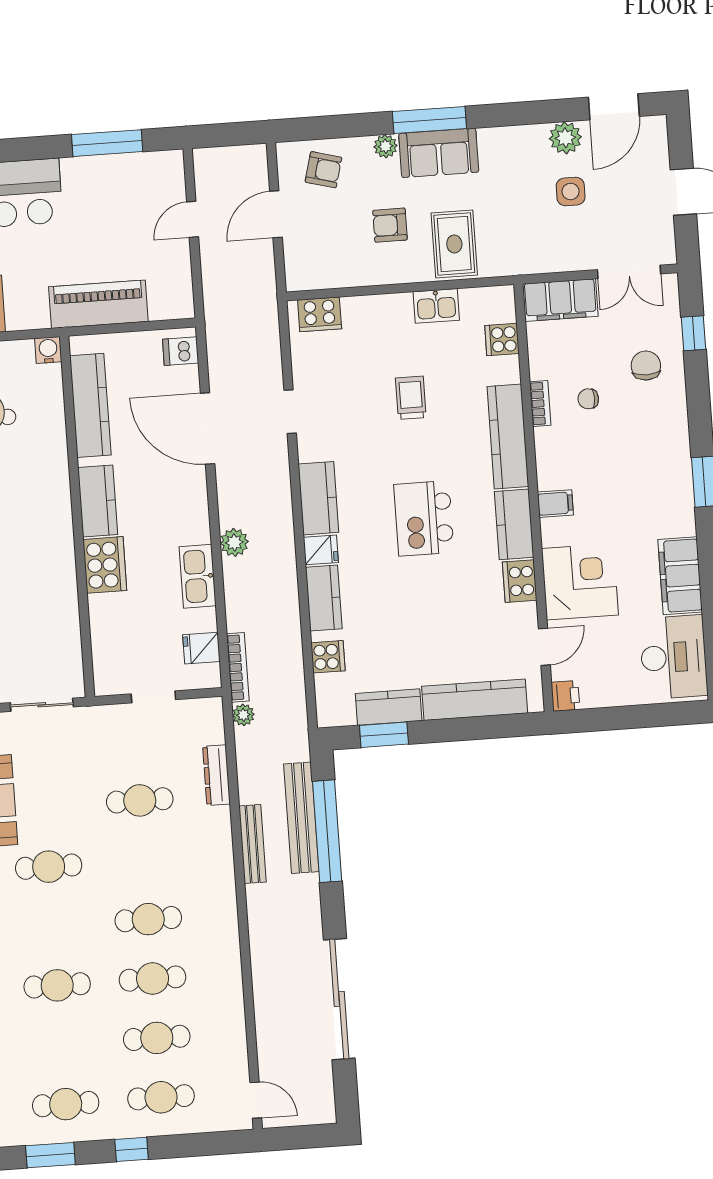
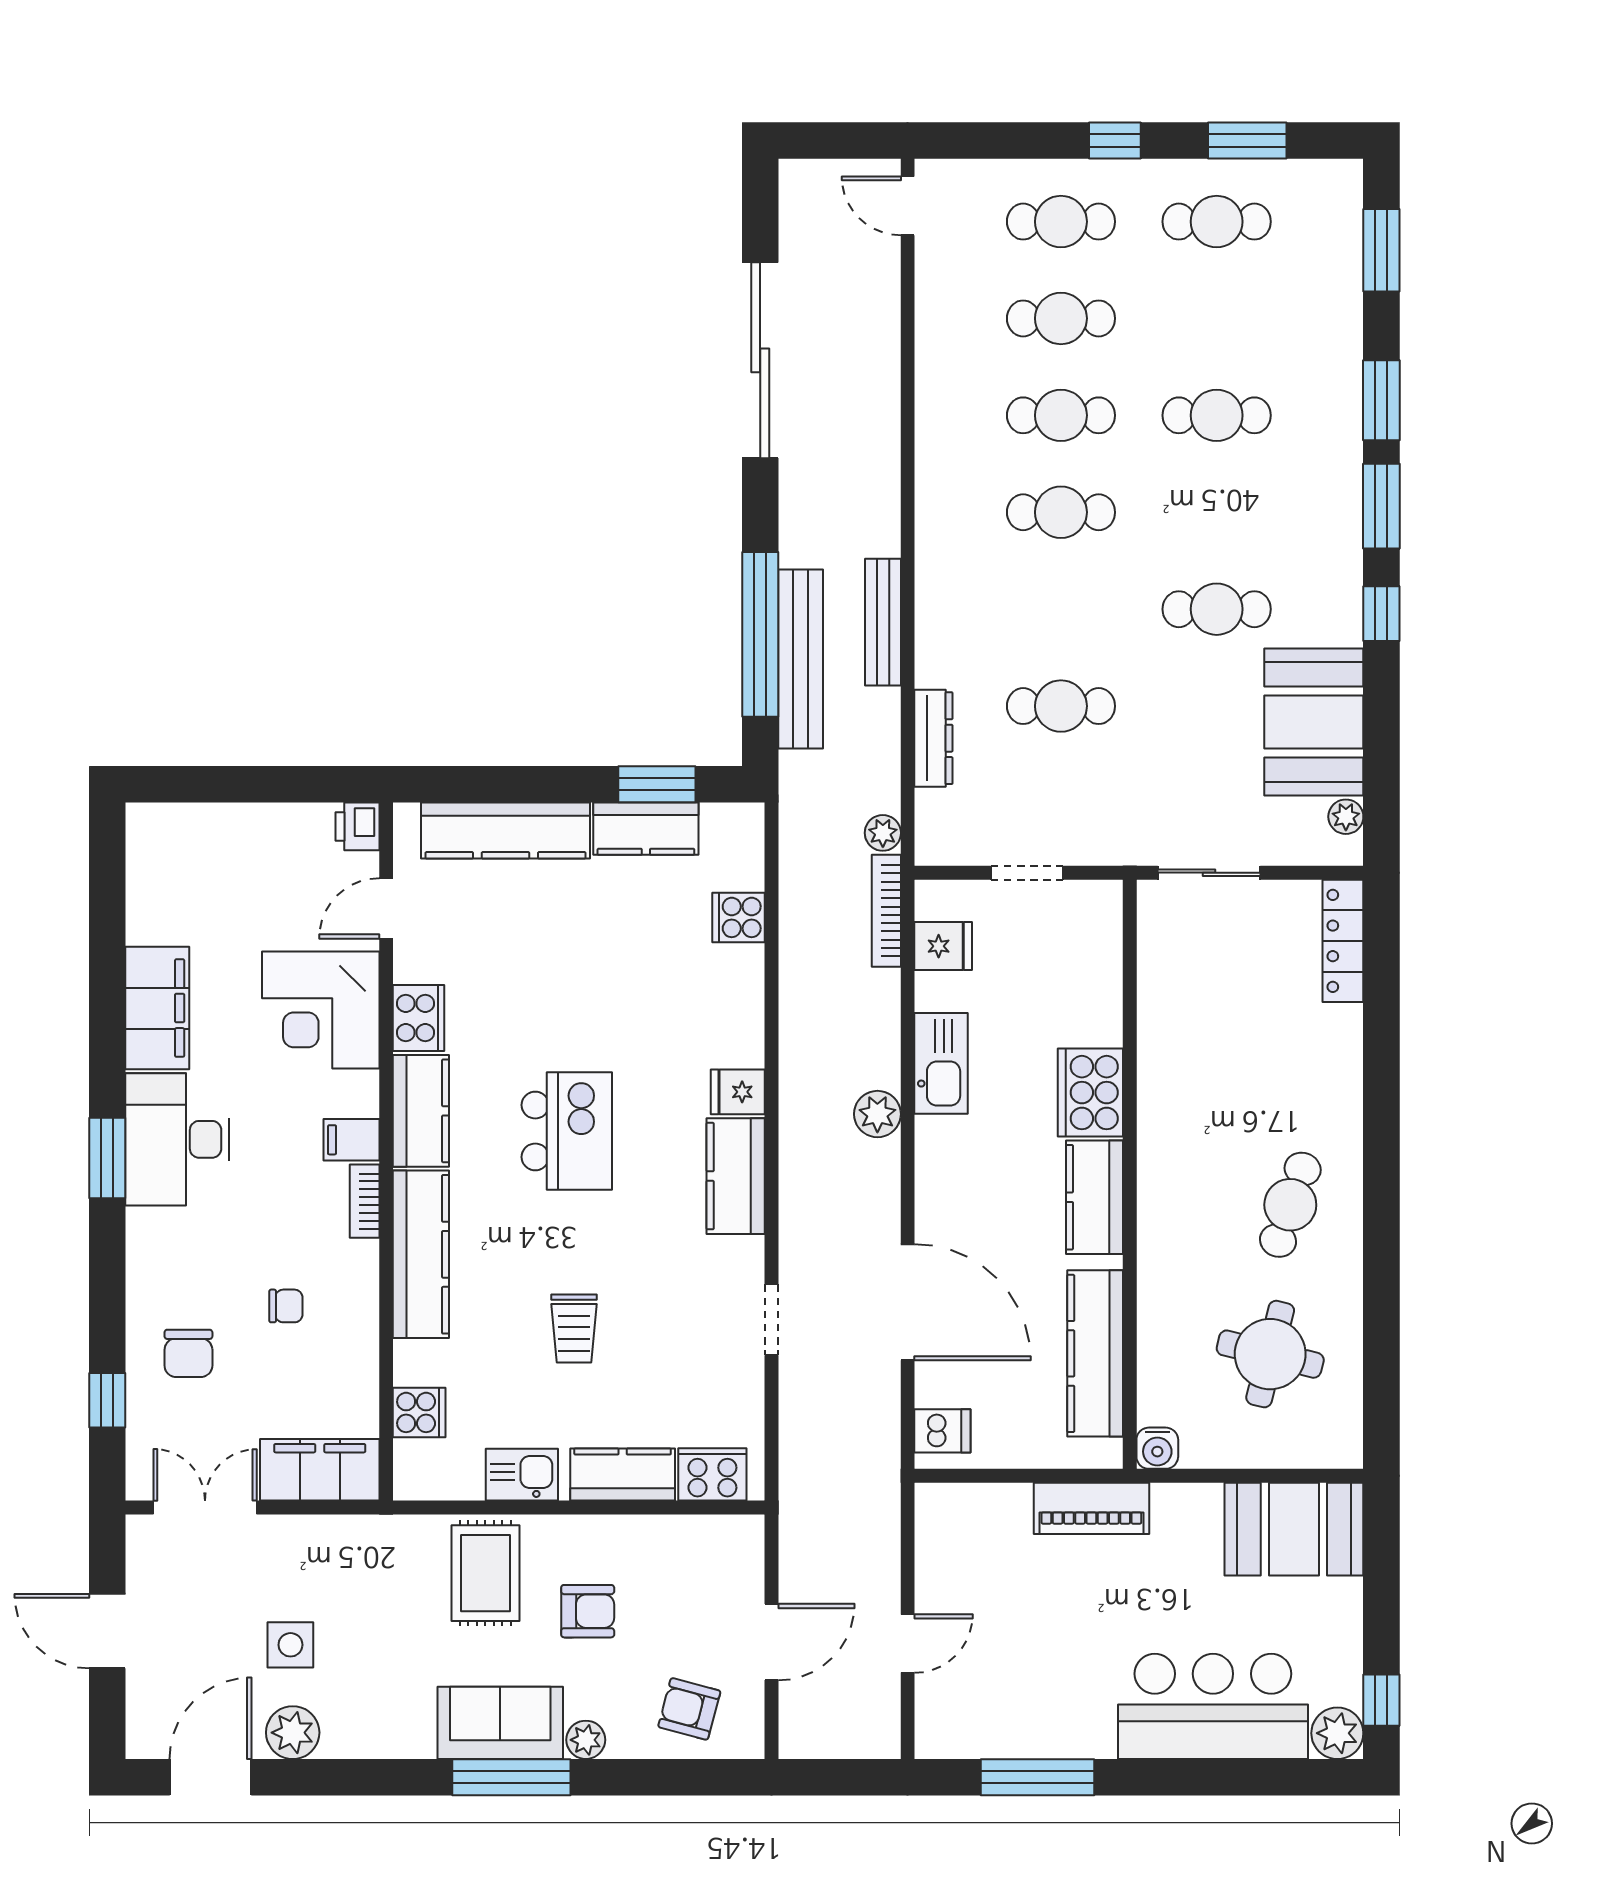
piano: (98, 304) -> (1091, 1508), width x0.73, depth x0.75
bookcase: (540, 403) -> (365, 1201), moved
kitchen counter: (324, 598) -> (623, 1475), moved, turned 90
desk: (674, 657) -> (177, 1139), moved

